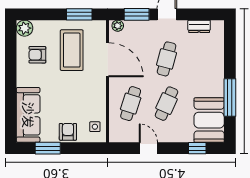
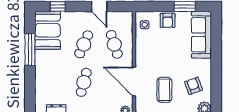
coffee table: (72, 50) -> (164, 90), width x0.73, depth x0.76
armchair: (37, 55) -> (193, 86), turned -110
cafe table: (131, 104) -> (114, 44), turned -36

